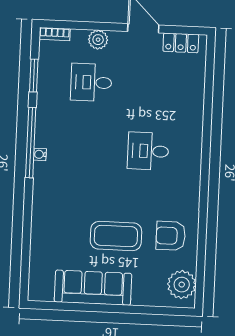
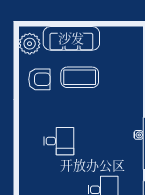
sofa: (93, 288) -> (71, 38), moved

